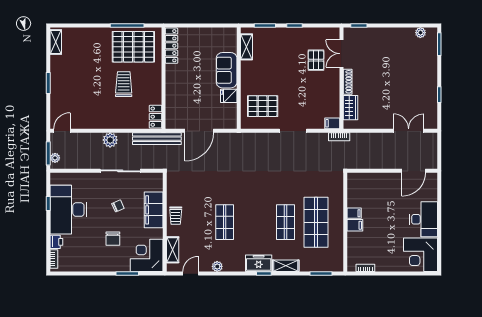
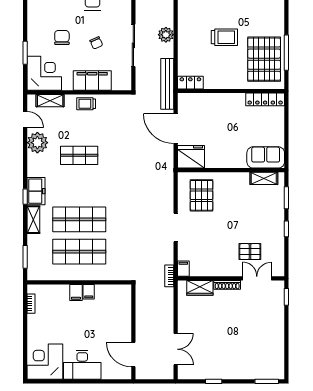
plant: (420, 33) -> (279, 362), removed
sofa: (227, 70) -> (266, 157), moved
trolley: (124, 84) -> (224, 37), moved
fridge: (229, 96) -> (191, 157), moved, width x1.88, depth x1.34
shop shelf: (285, 222) -> (79, 219), width x1.43, depth x1.36
chair: (113, 239) -> (62, 38), turned 90
plant: (217, 266) -> (37, 143), width x1.88, depth x1.88

